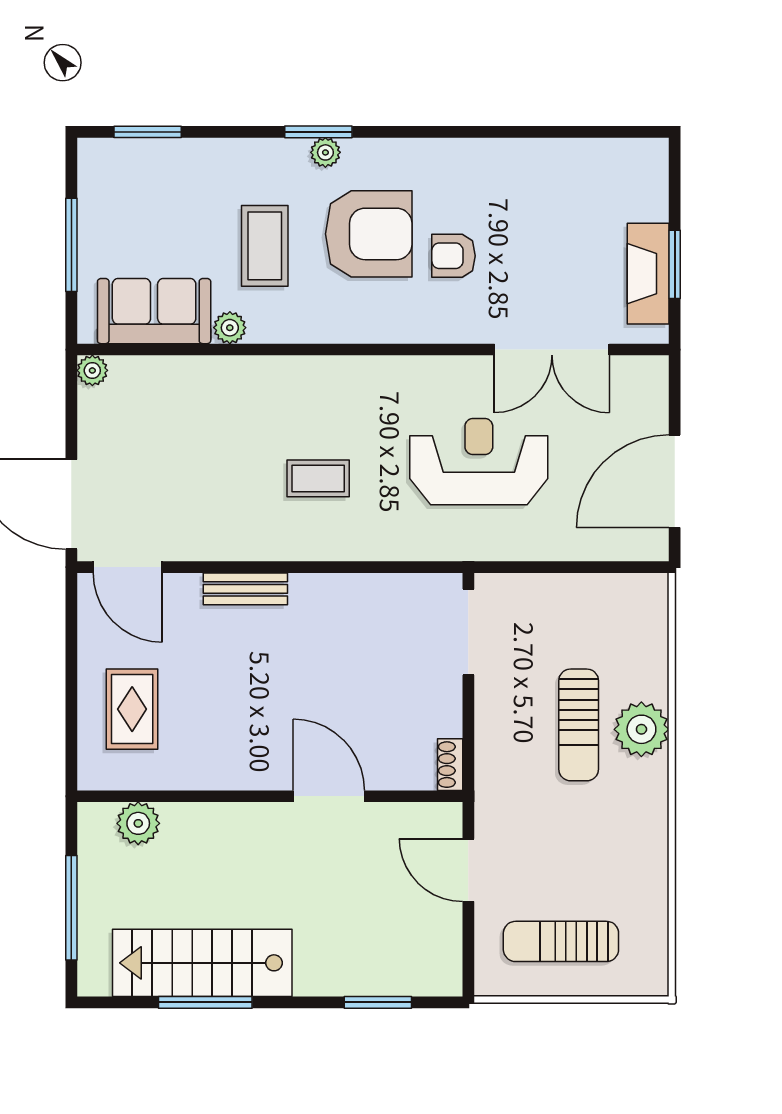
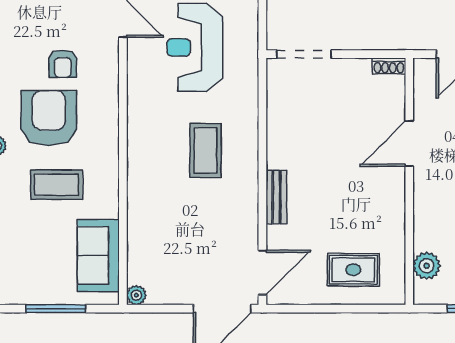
plant: (230, 328) -> (109, 207), removed
coffee table: (318, 478) -> (206, 150), width x1.36, depth x1.30

